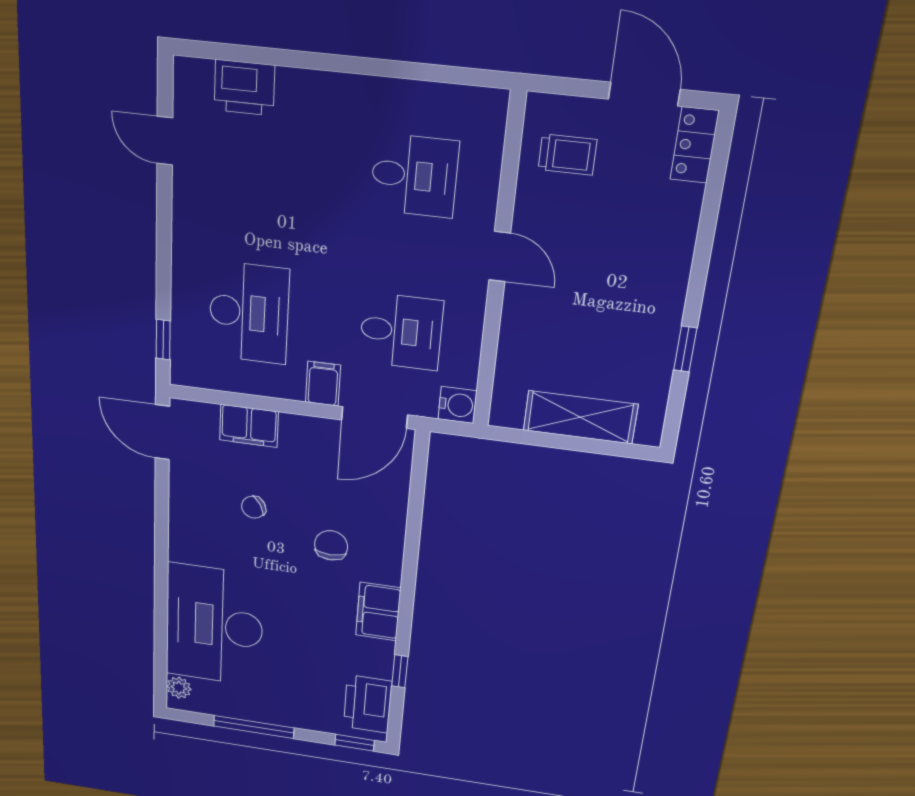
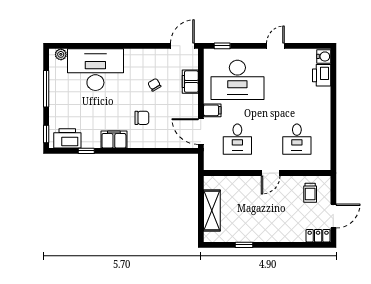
door: (165, 141) -> (275, 46), moved
desk: (249, 313) -> (237, 80), width x1.36, depth x1.30
water cooler: (457, 405) -> (324, 56), moved, turned -90

